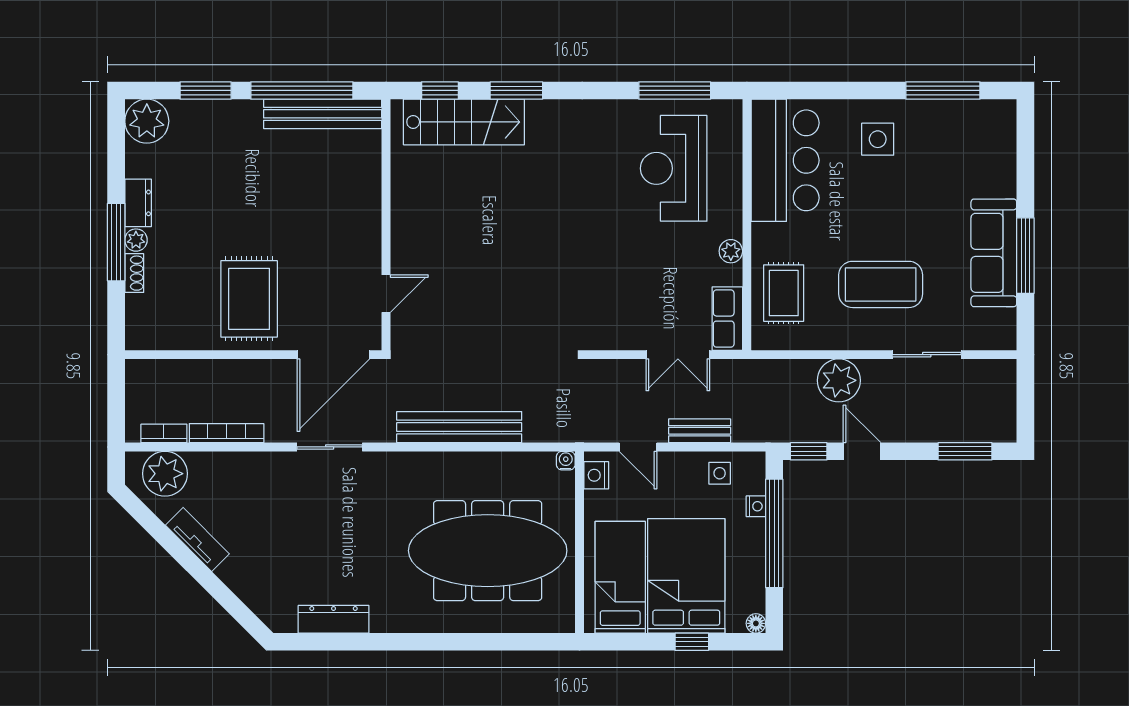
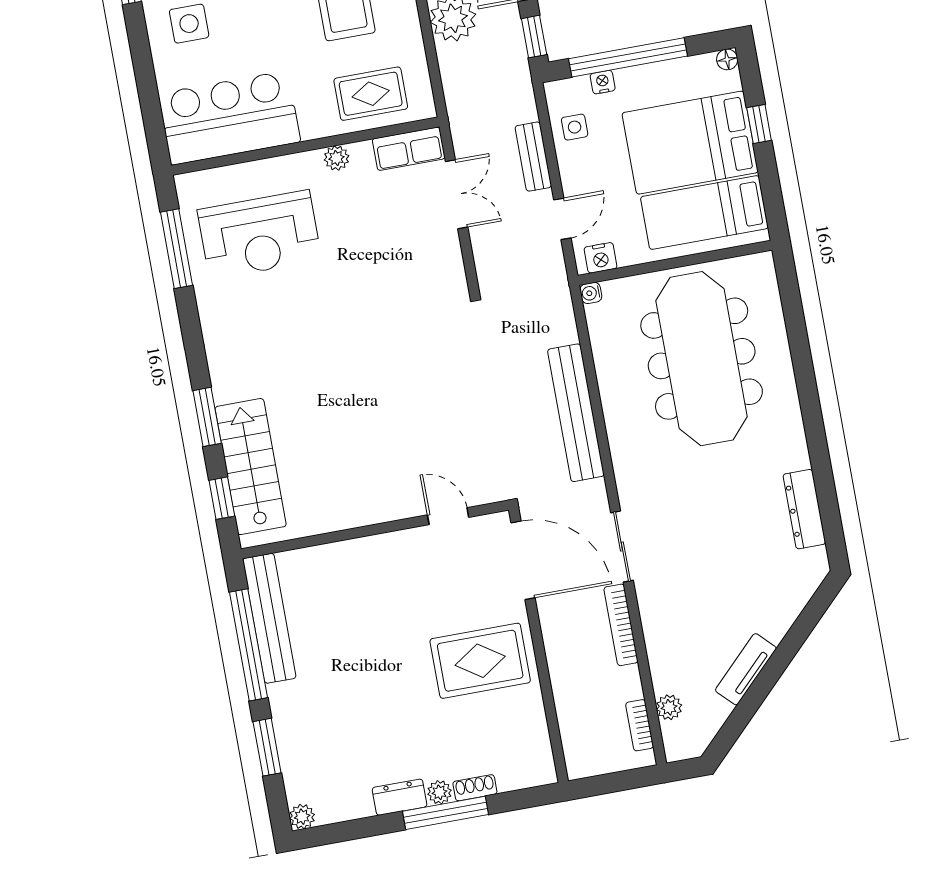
plant: (147, 121) -> (302, 817), width x0.53, depth x0.53
bookcase: (227, 433) -> (621, 625), moved
plant: (165, 474) -> (669, 707), width x0.53, depth x0.53

